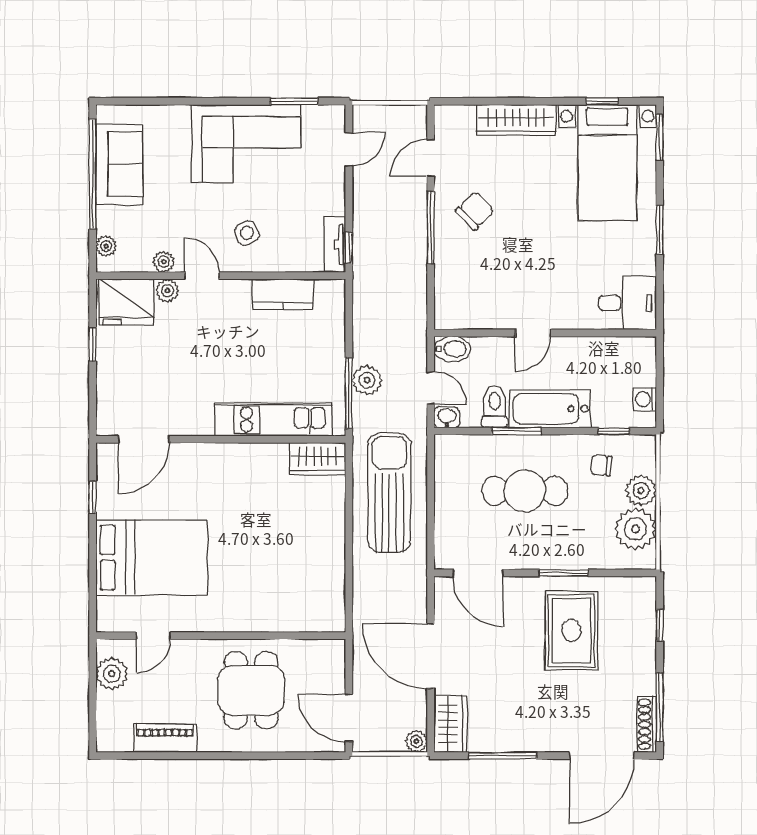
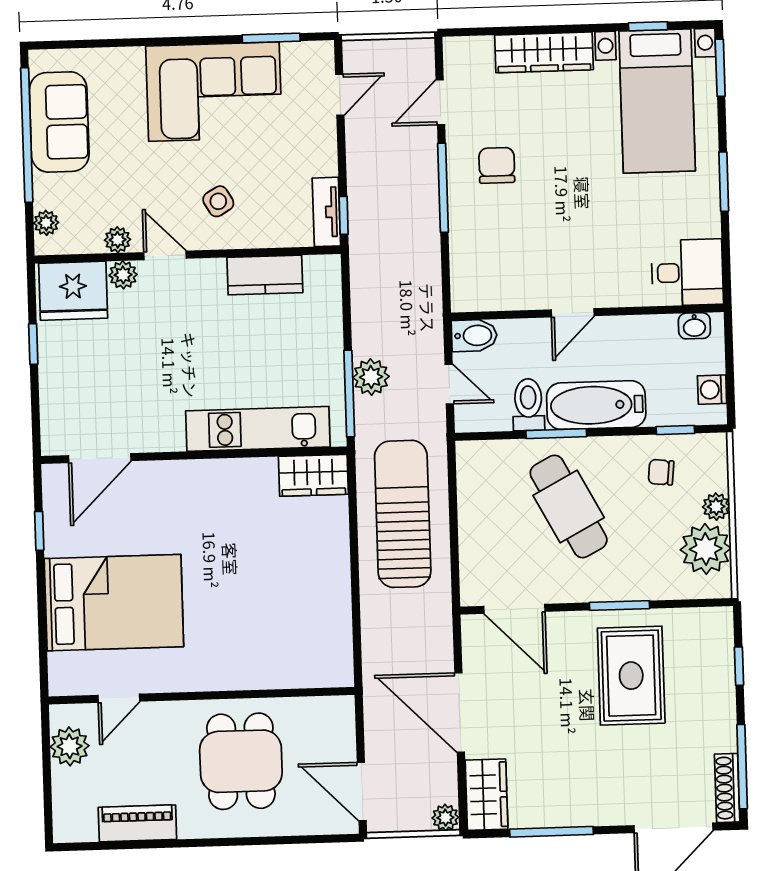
chair: (475, 211) -> (497, 165), turned -46
washbasin: (447, 417) -> (694, 326), moved, turned 180
plant: (641, 490) -> (716, 507), width x0.73, depth x0.73
cafe table: (525, 491) -> (569, 506), turned 62

